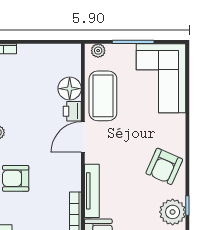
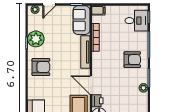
door: (83, 137) -> (91, 85), swing flipped
armchair: (164, 166) -> (41, 67), turned 66

